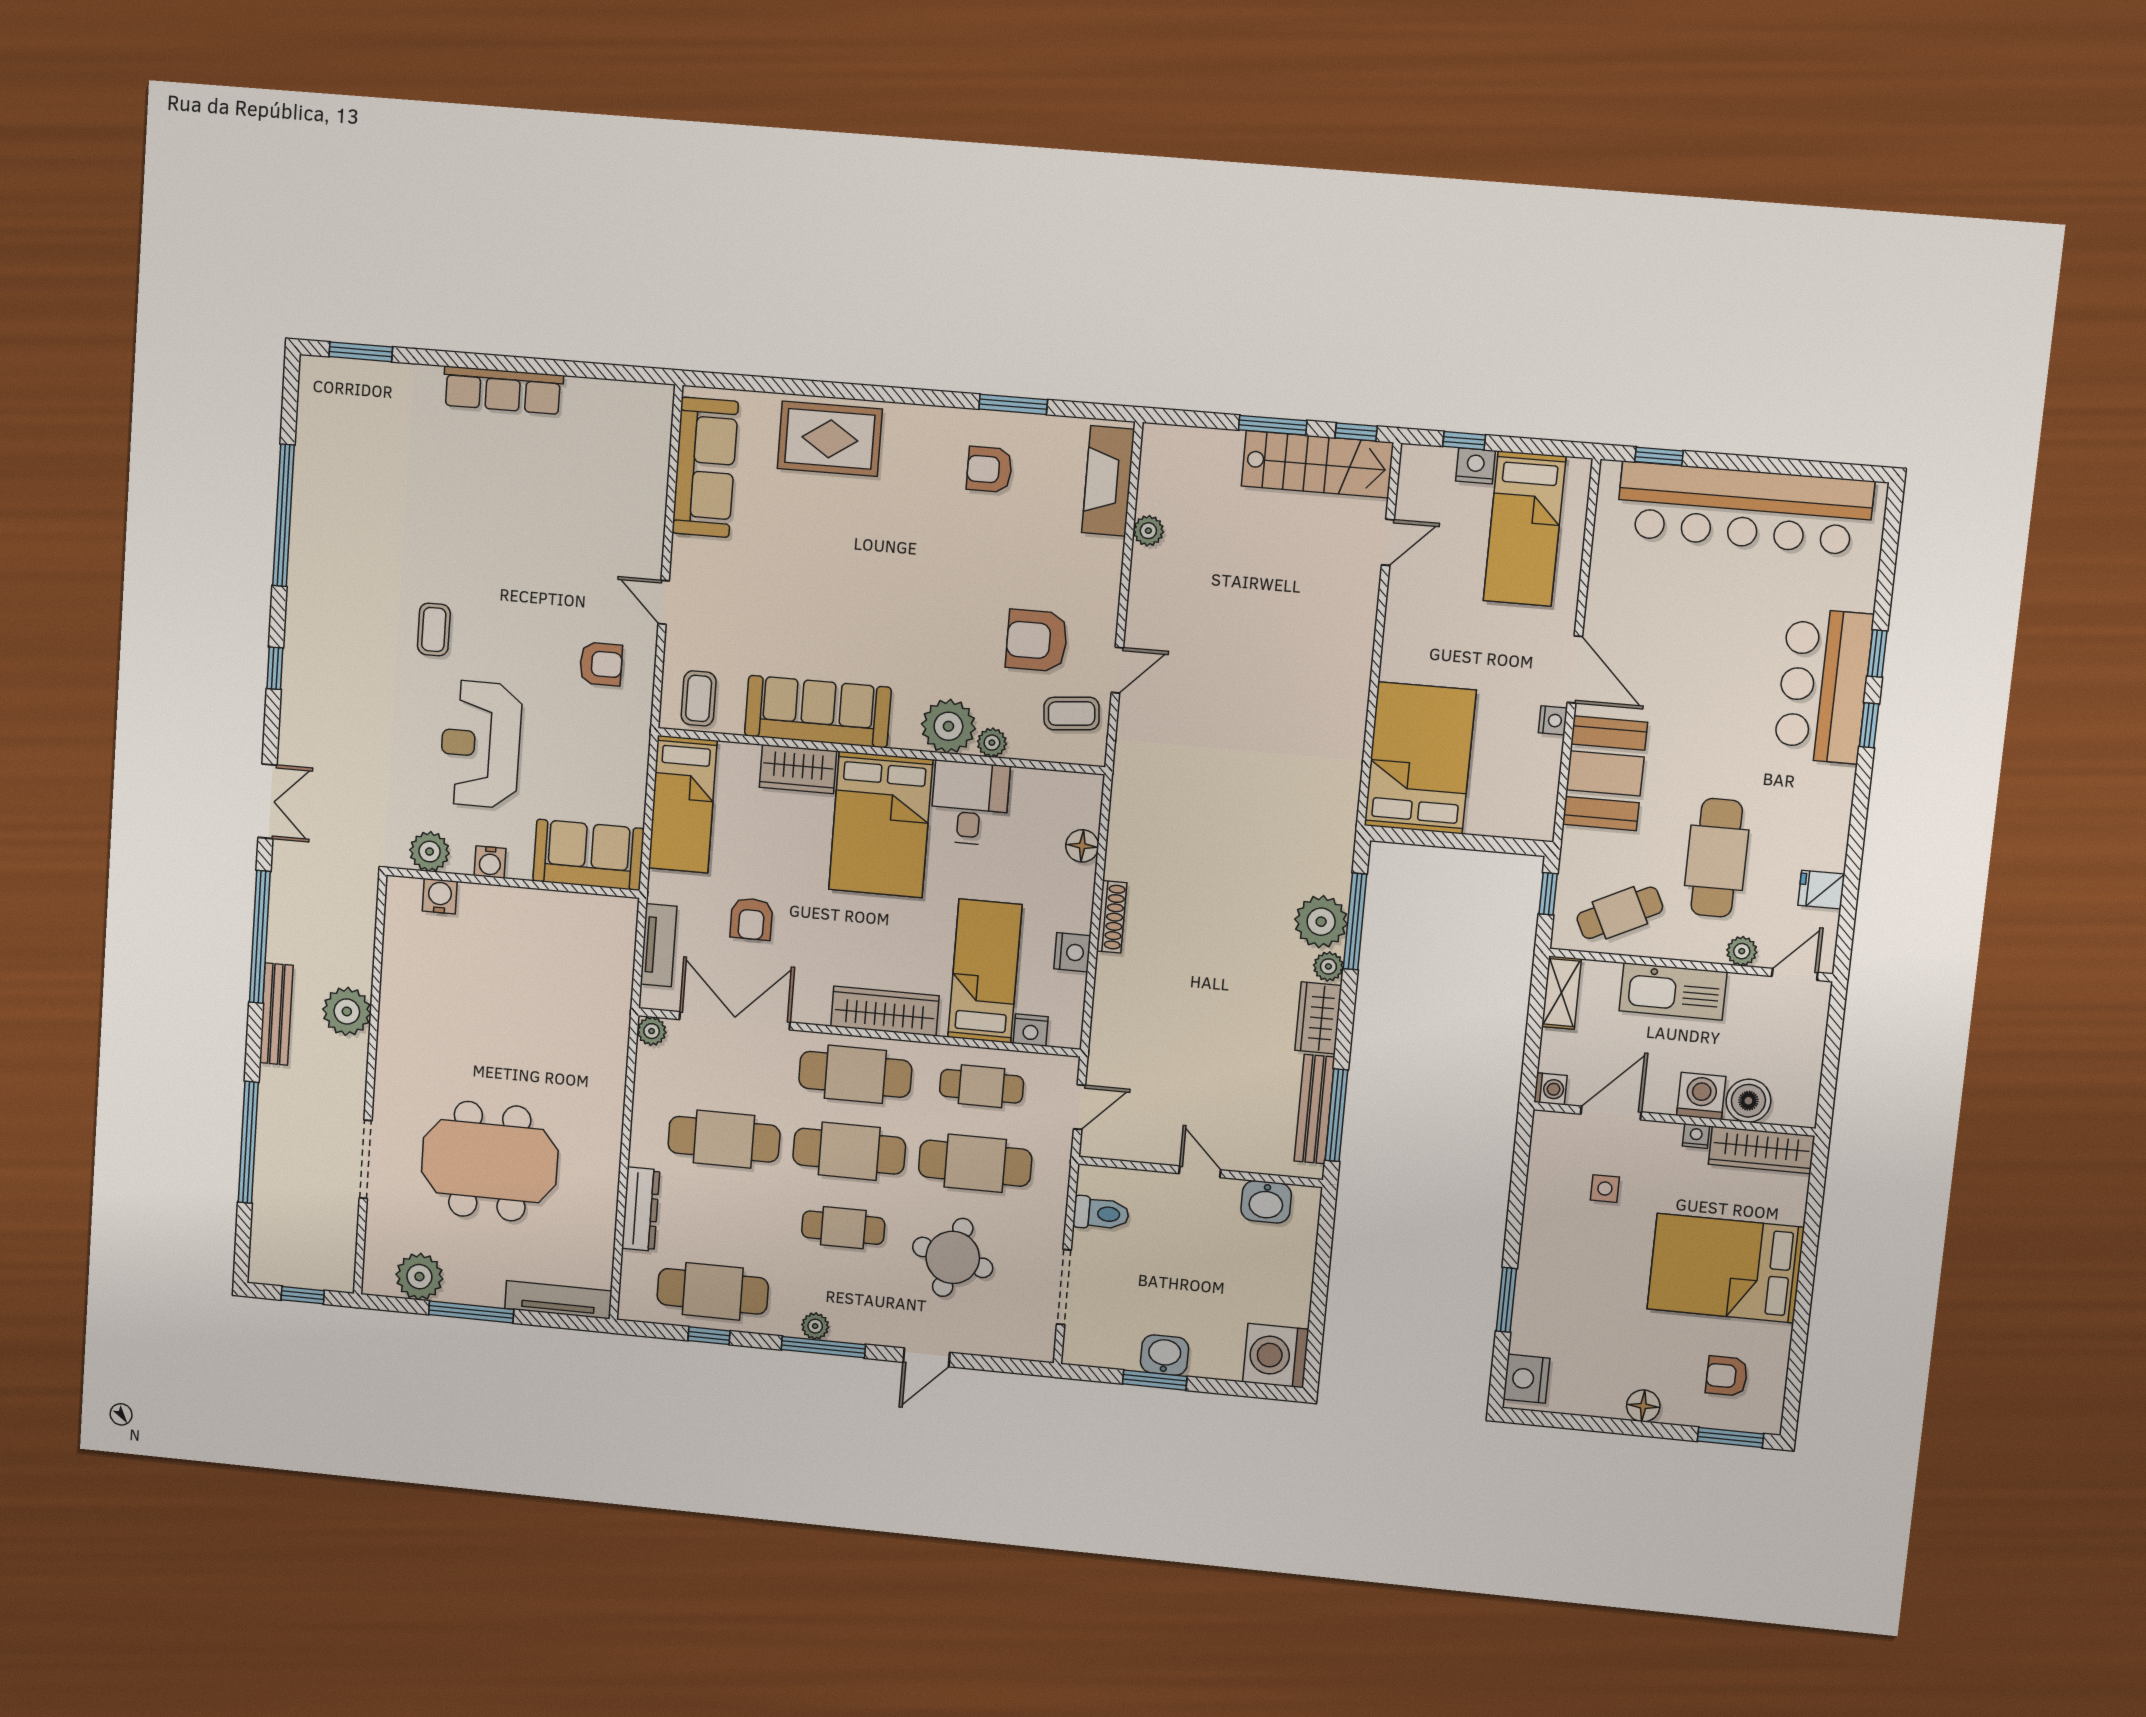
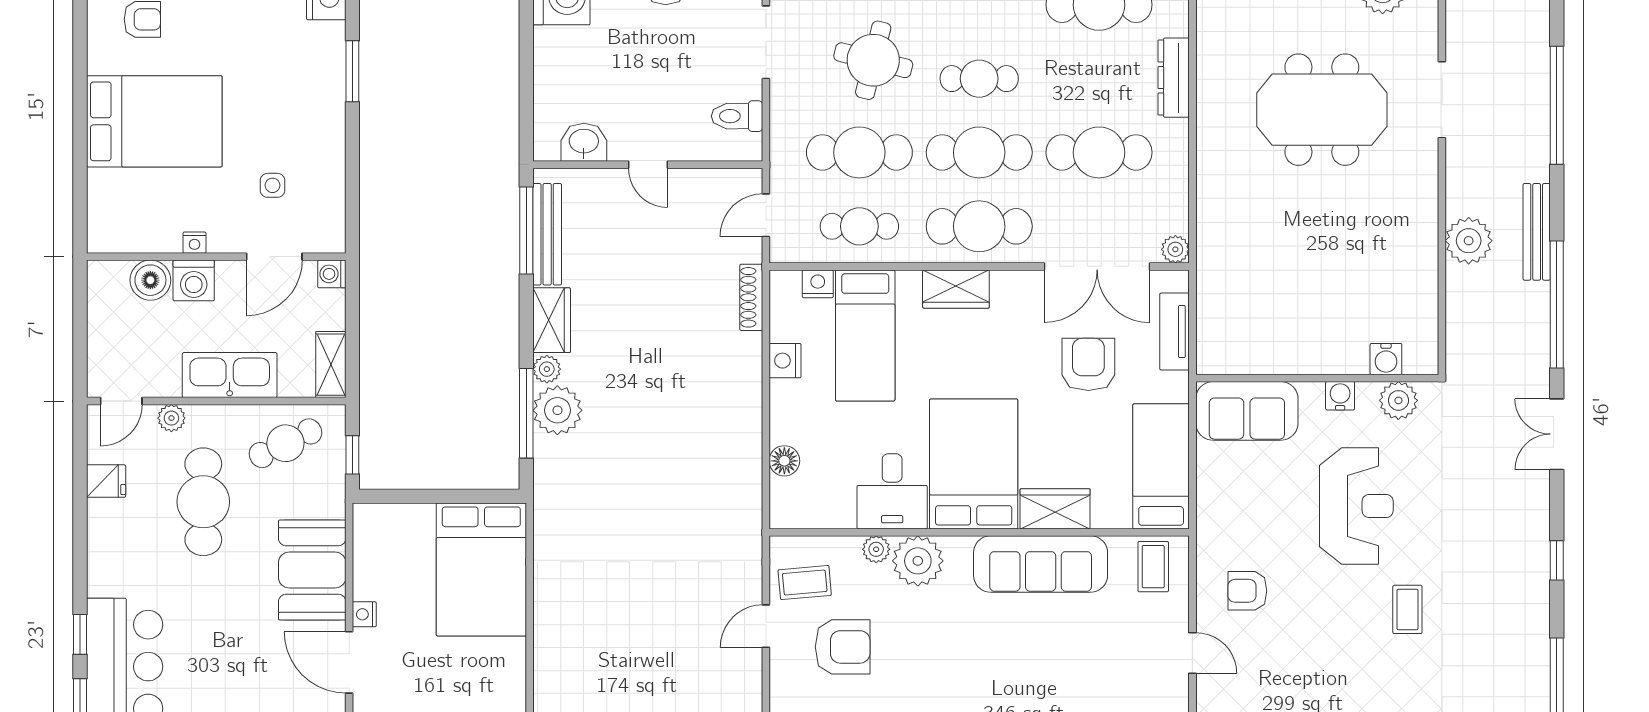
shoe rack: (1112, 917) -> (751, 297), moved
armchair: (751, 919) -> (1088, 364), width x1.38, depth x1.38
wardrobe: (885, 1011) -> (956, 289), width x0.67
wardrobe: (1761, 1150) -> (134, 235), removed

